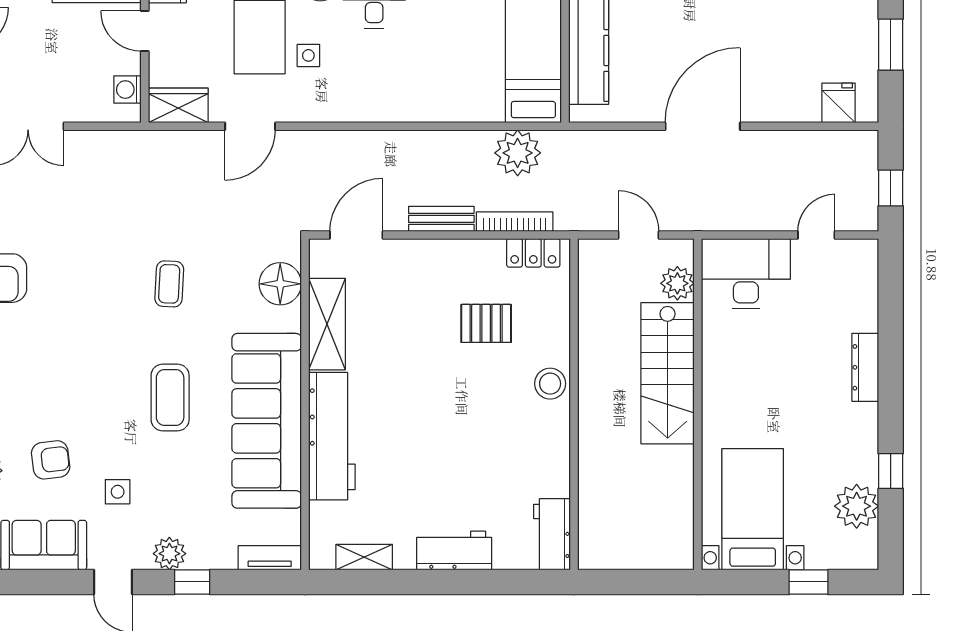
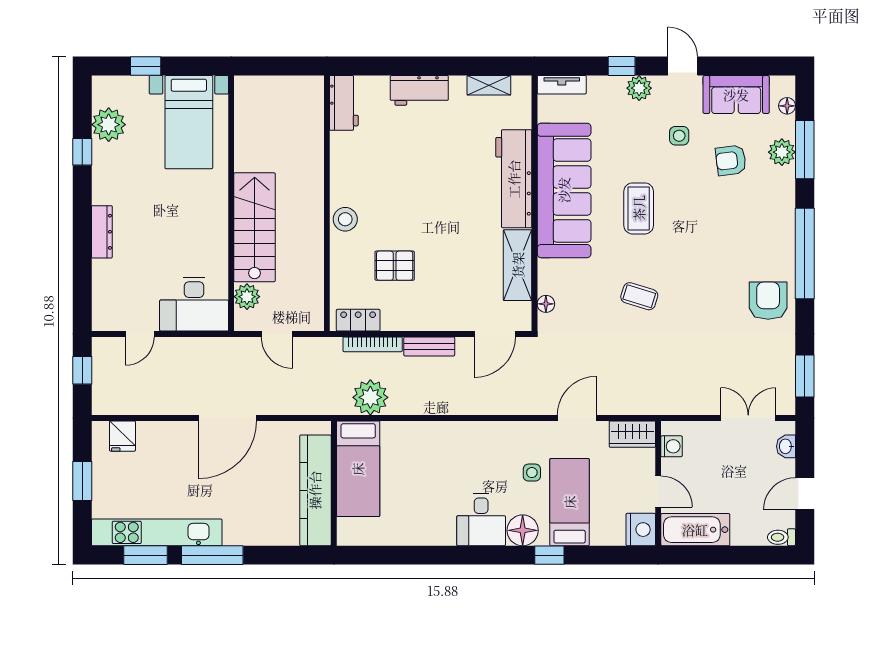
coffee table: (169, 284) -> (639, 296), turned -76
floor lamp: (280, 284) -> (546, 304), width x0.53, depth x0.53

